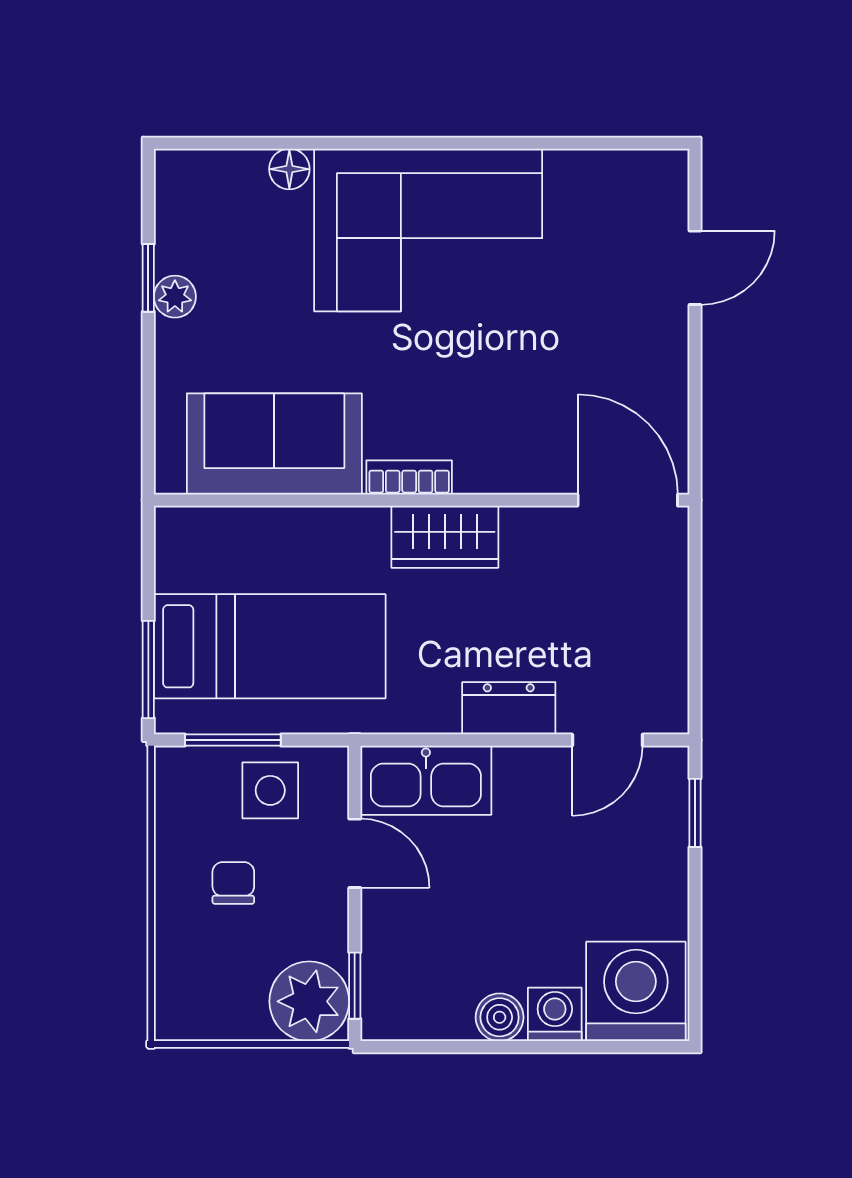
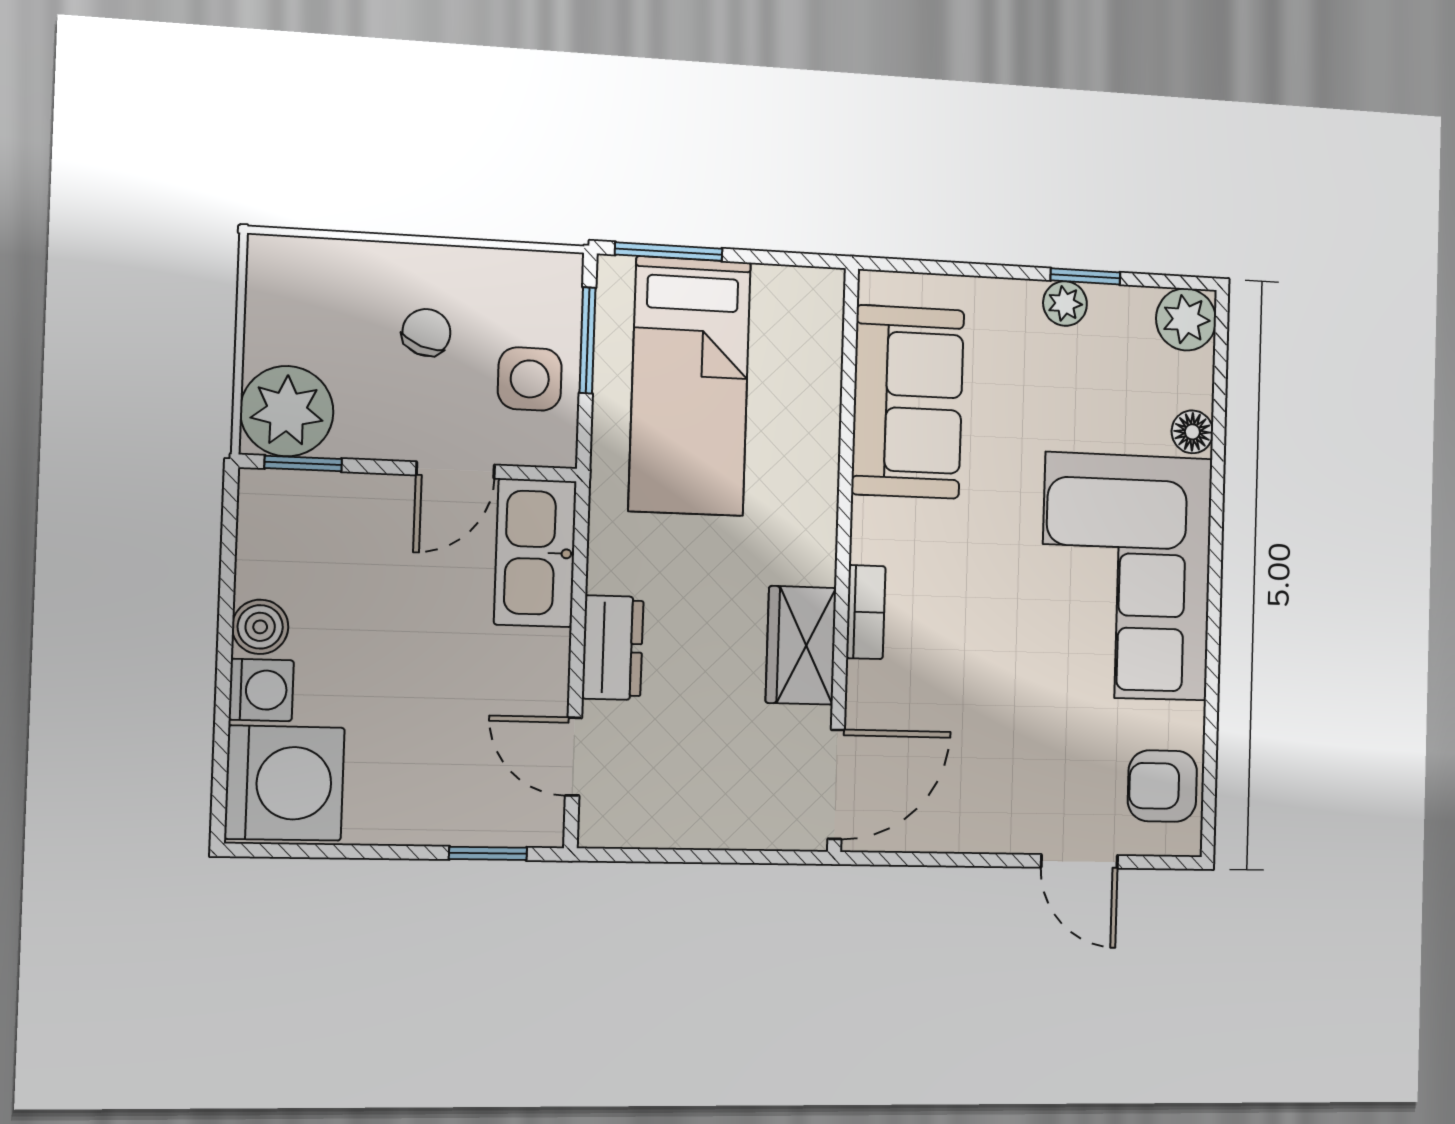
plant: (183, 178) -> (1186, 319), added
armchair: (623, 189) -> (1162, 786), added
bookcase: (409, 477) -> (866, 612), moved
wardrobe: (445, 537) -> (801, 645), moved
chair: (233, 883) -> (426, 332), turned -70

